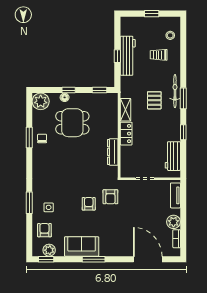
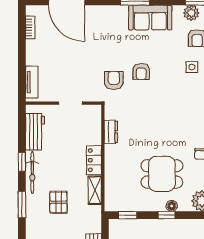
bicycle: (175, 91) -> (32, 172), moved
dresser: (113, 152) -> (111, 132), width x0.70
plant: (173, 222) -> (34, 49), removed

